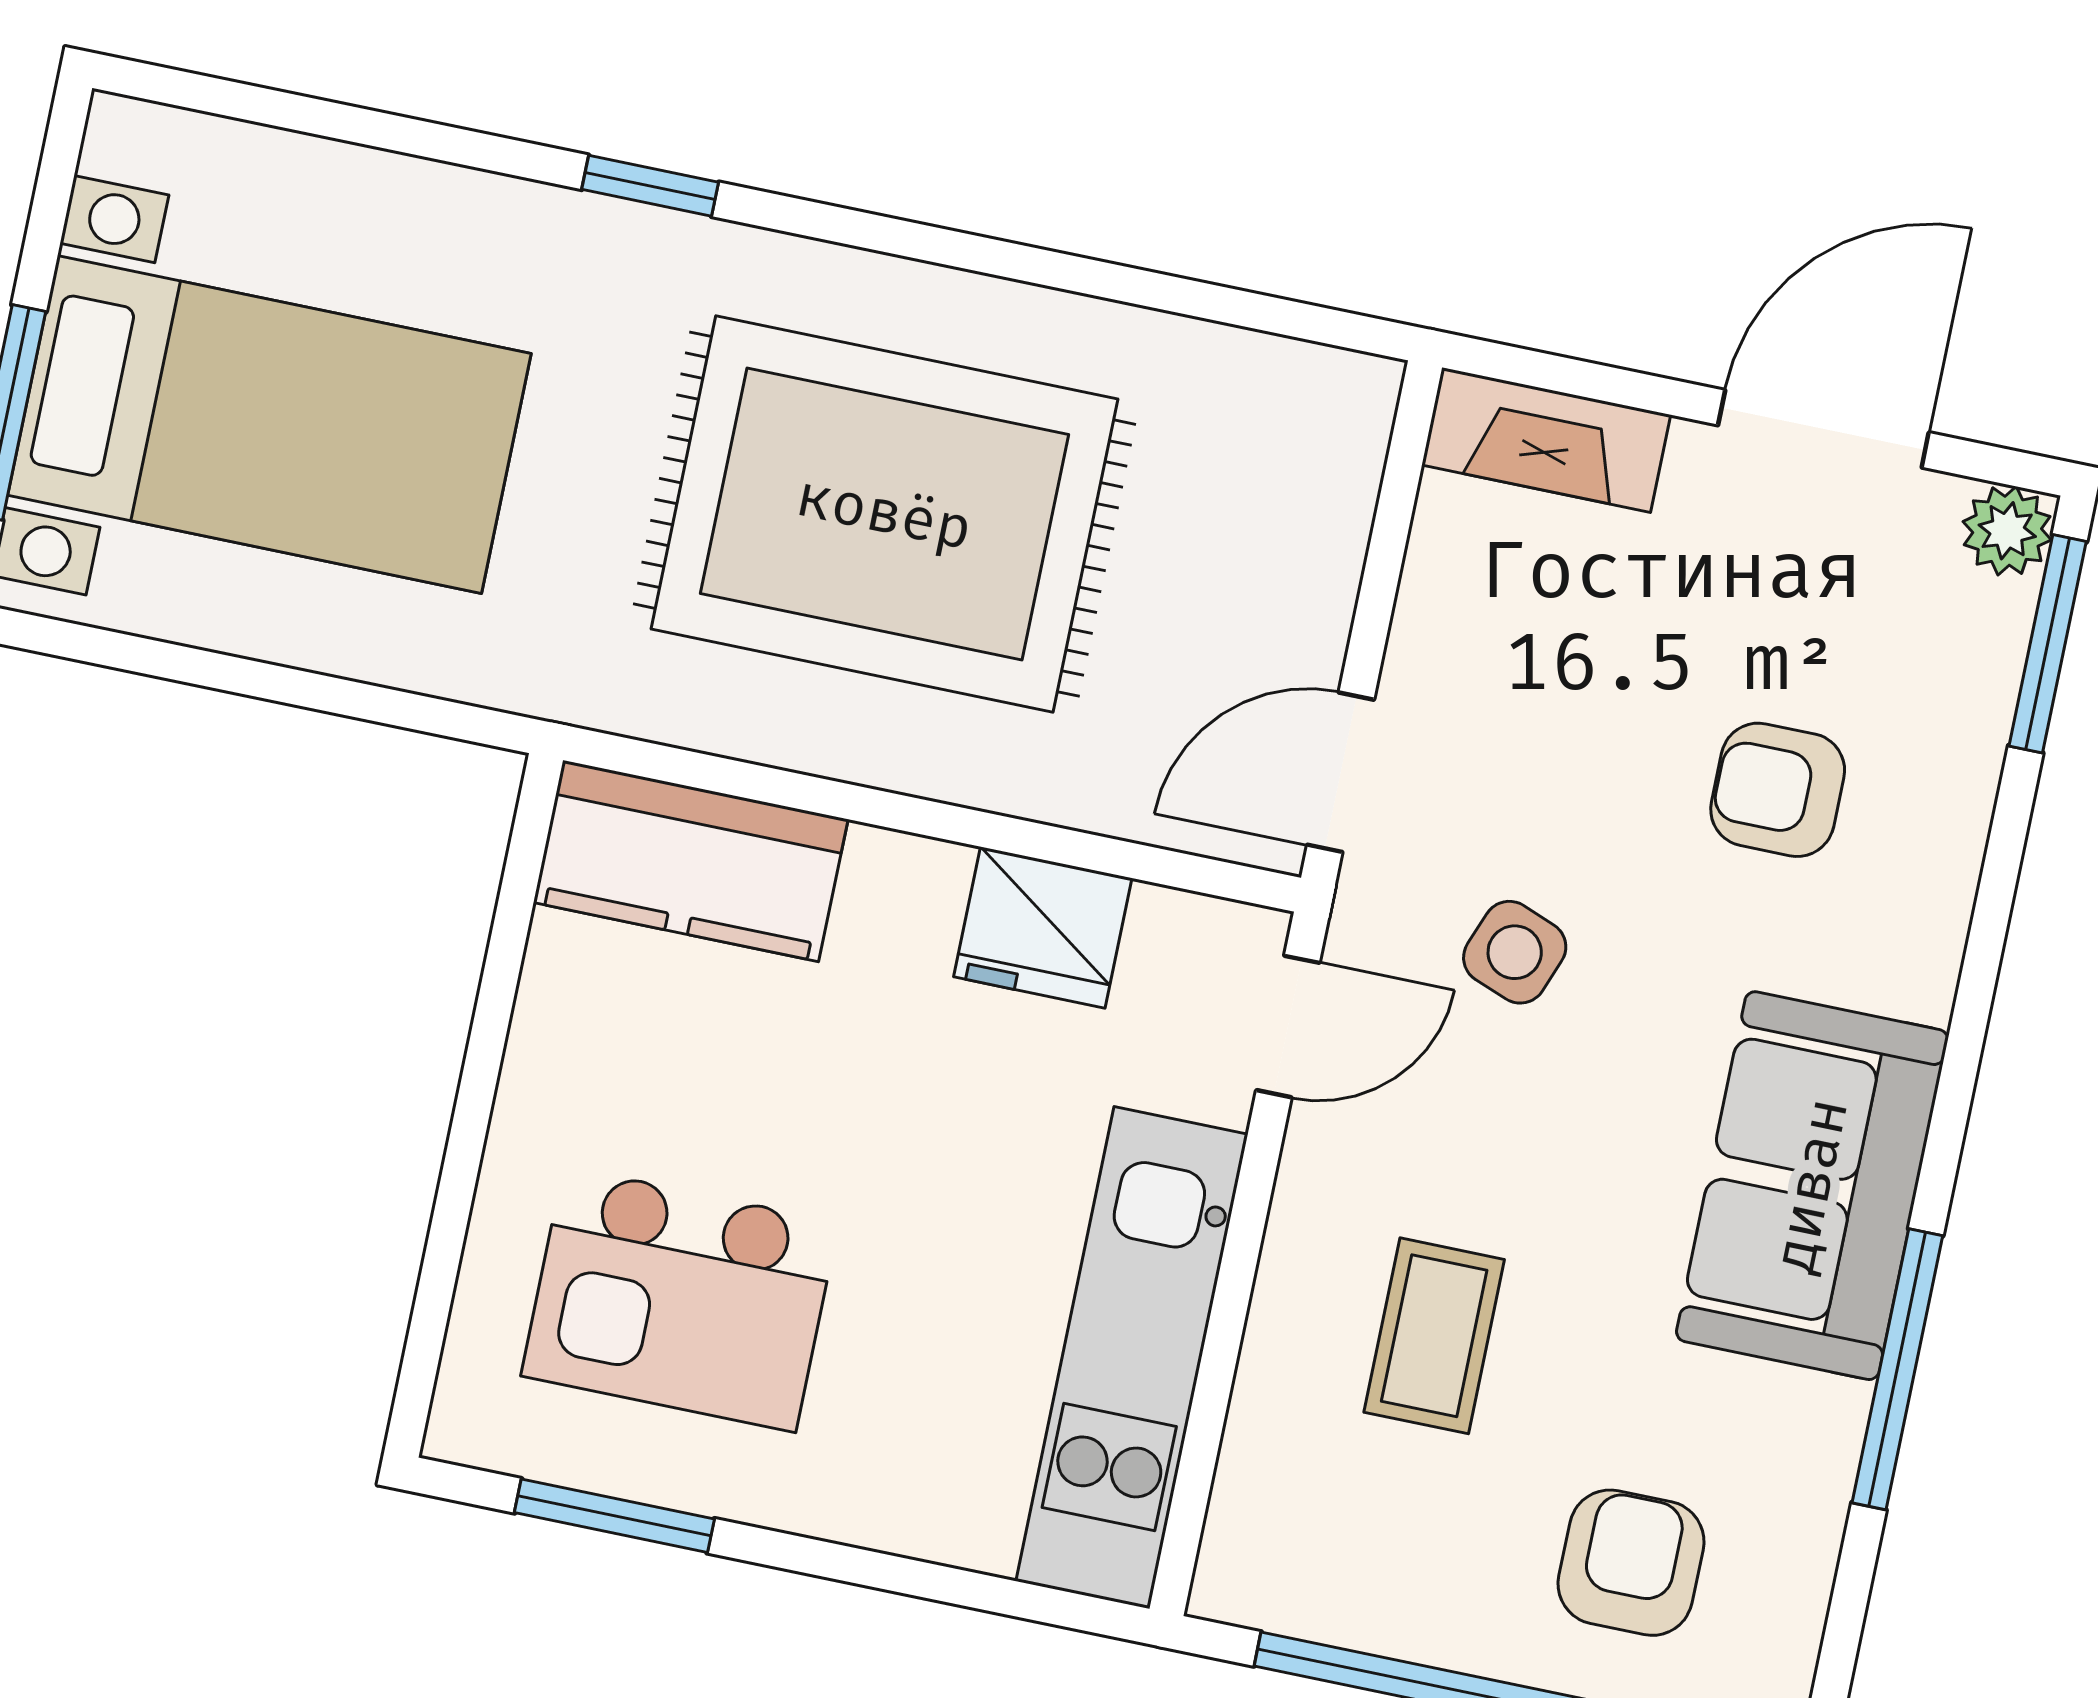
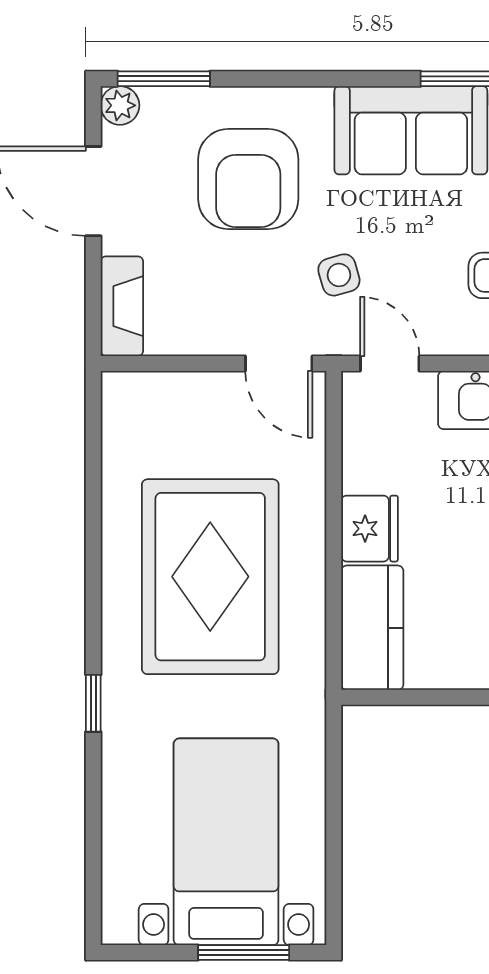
armchair: (1778, 790) -> (248, 179), width x1.88, depth x1.88
fridge: (1043, 927) -> (370, 529), moved
side table: (1515, 952) -> (339, 275), turned -37

